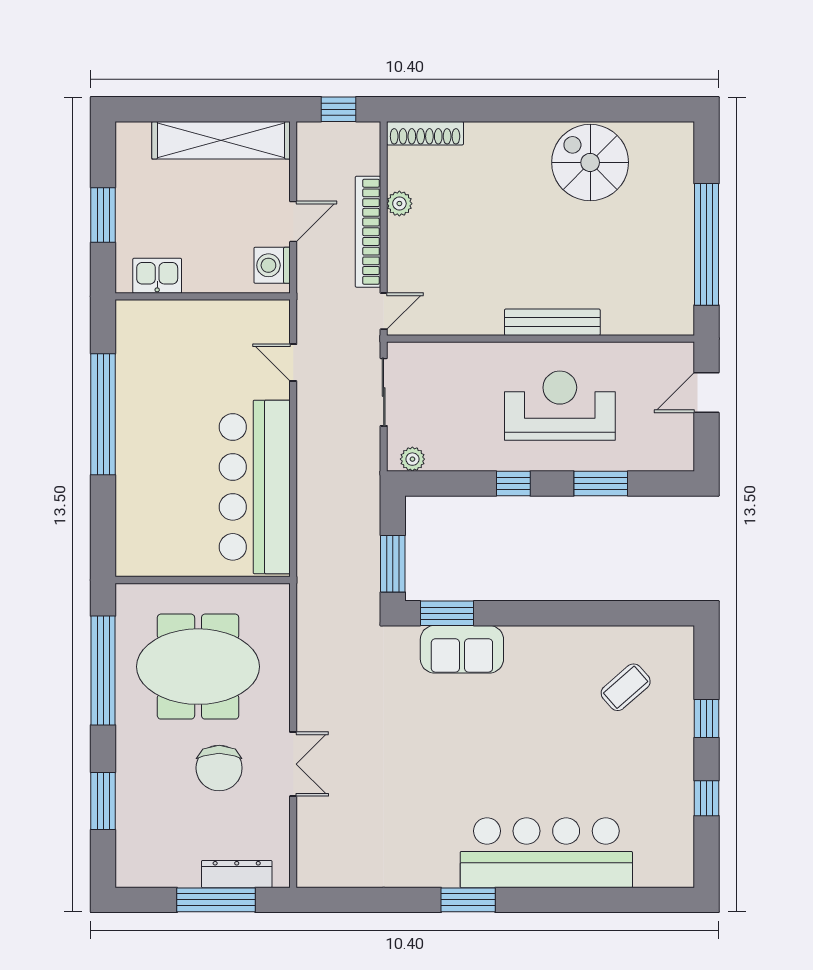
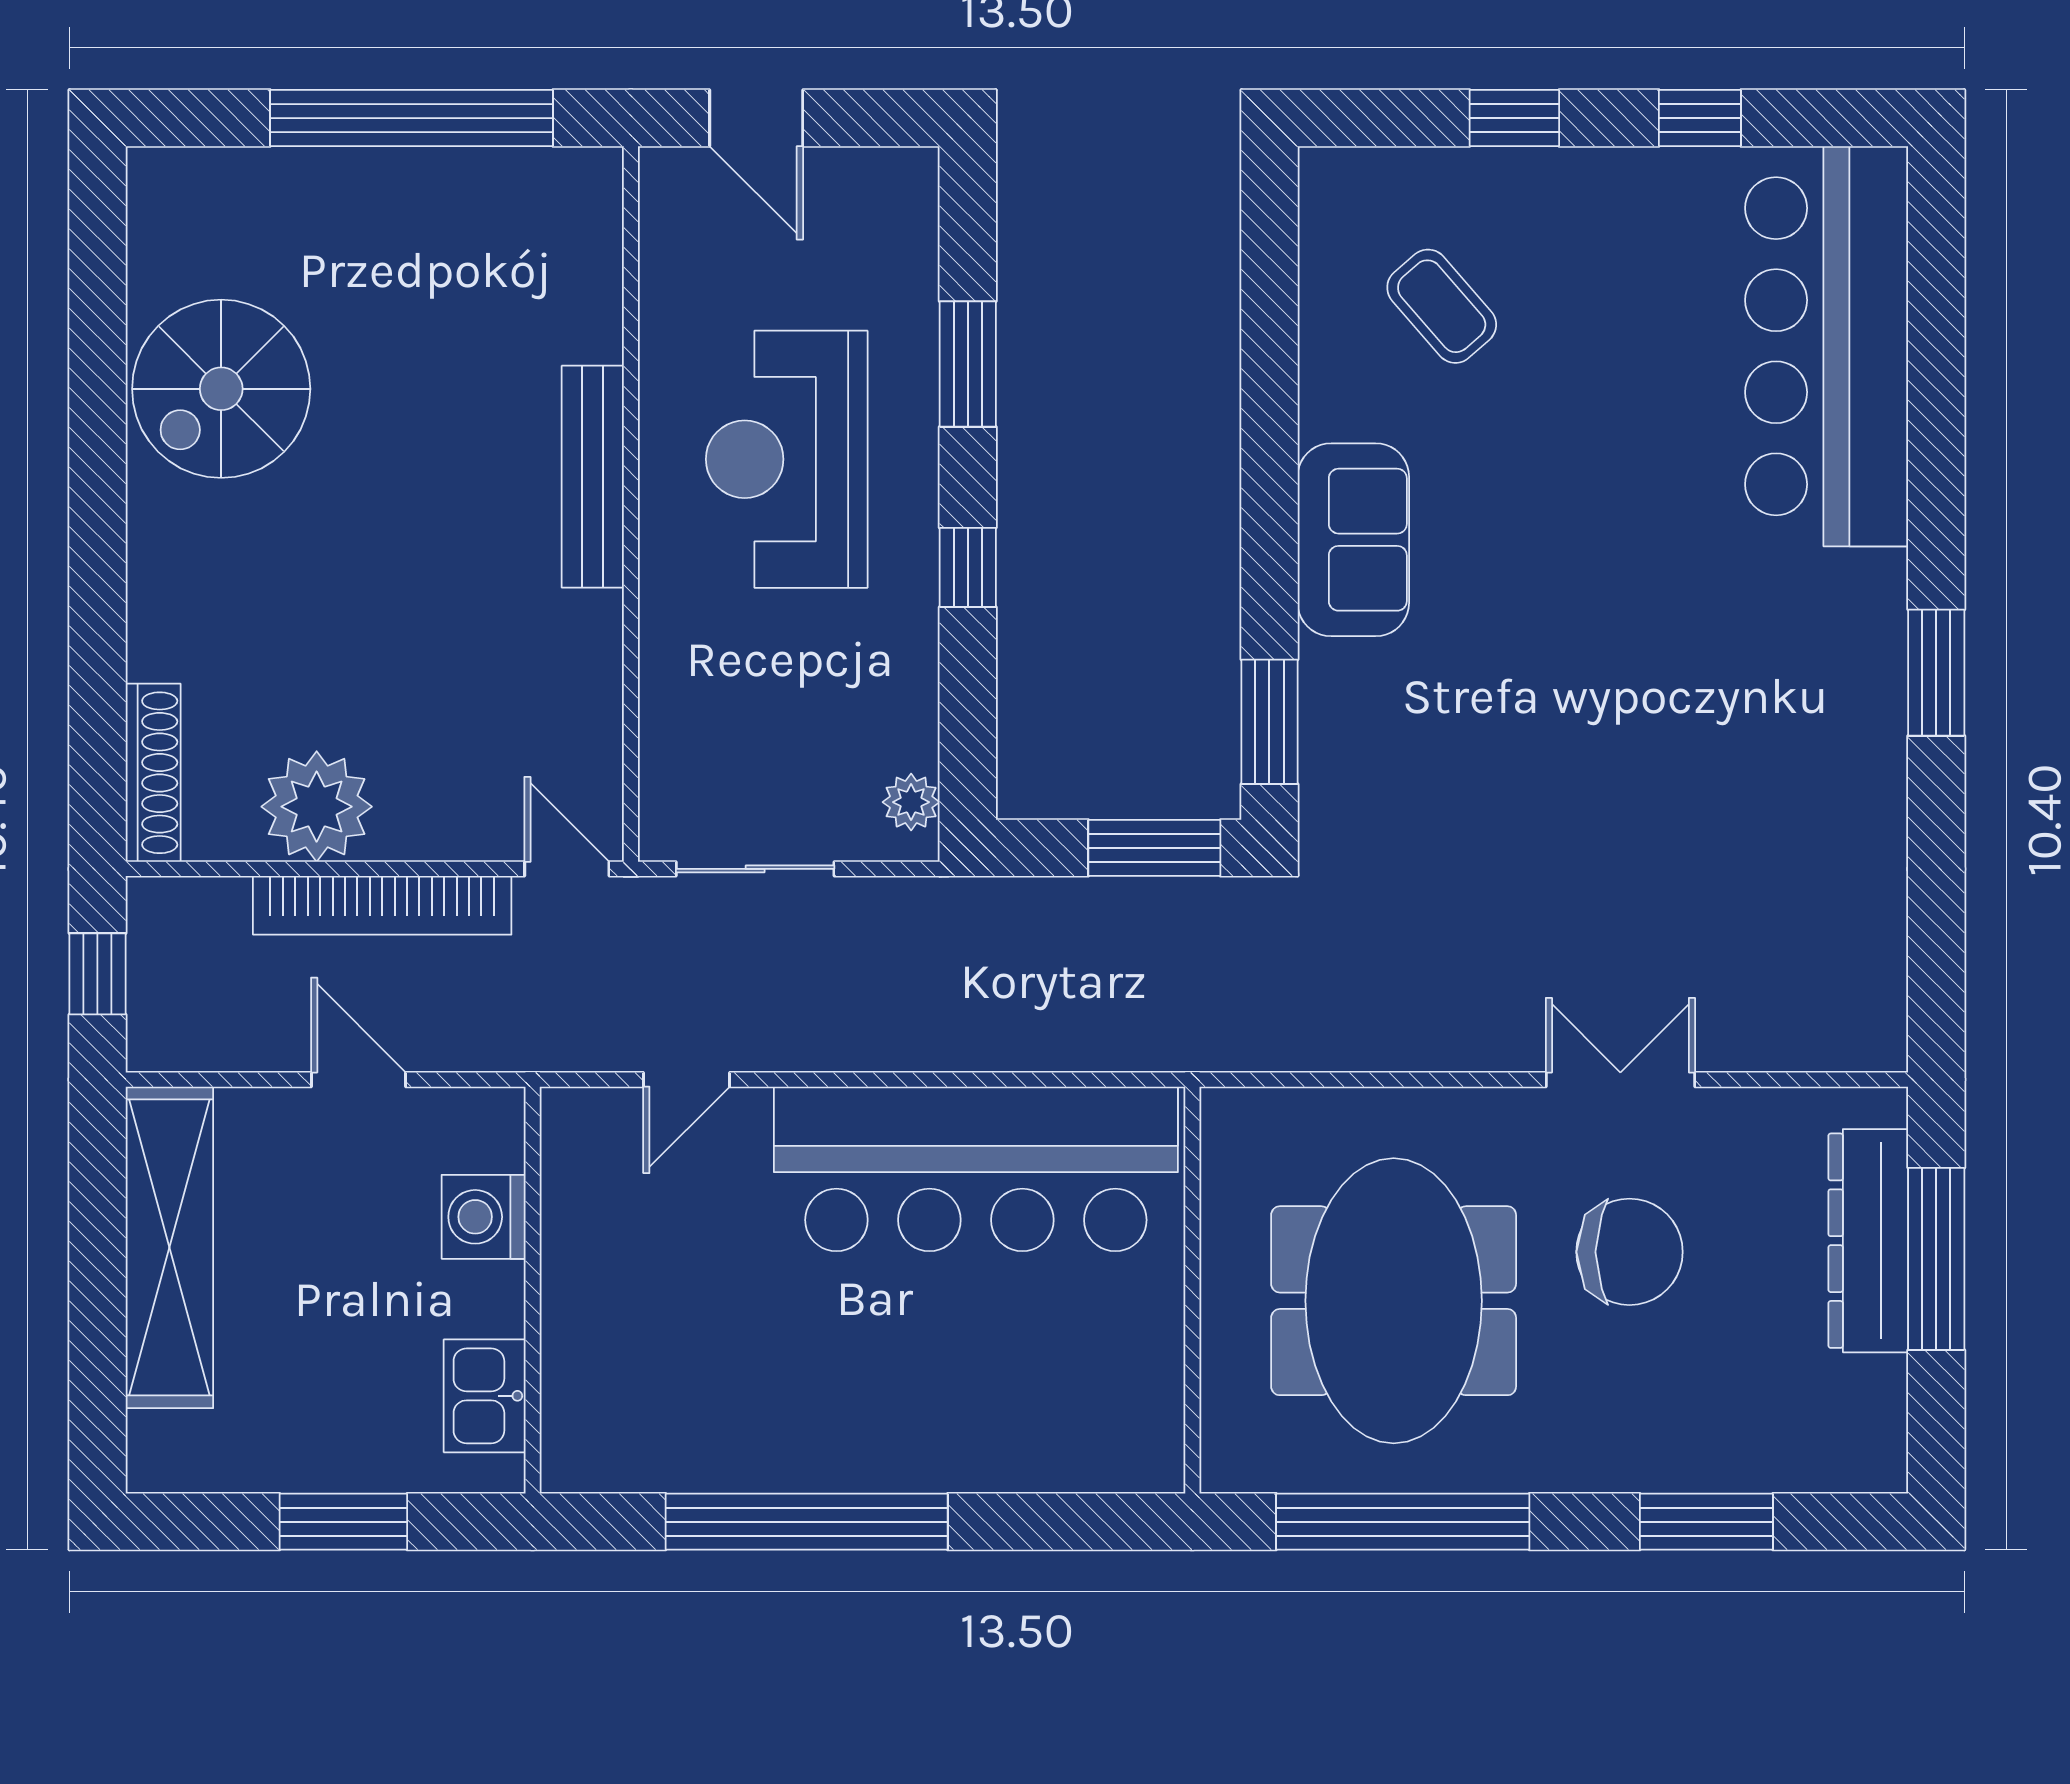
plant: (399, 204) -> (317, 807), width x1.88, depth x1.88
washing machine: (272, 265) -> (484, 1217), moved, turned 90
sofa: (462, 649) -> (1353, 540), moved
bar counter: (546, 853) -> (1827, 346), moved
dresser: (237, 874) -> (1868, 1241), width x1.37, depth x1.24

